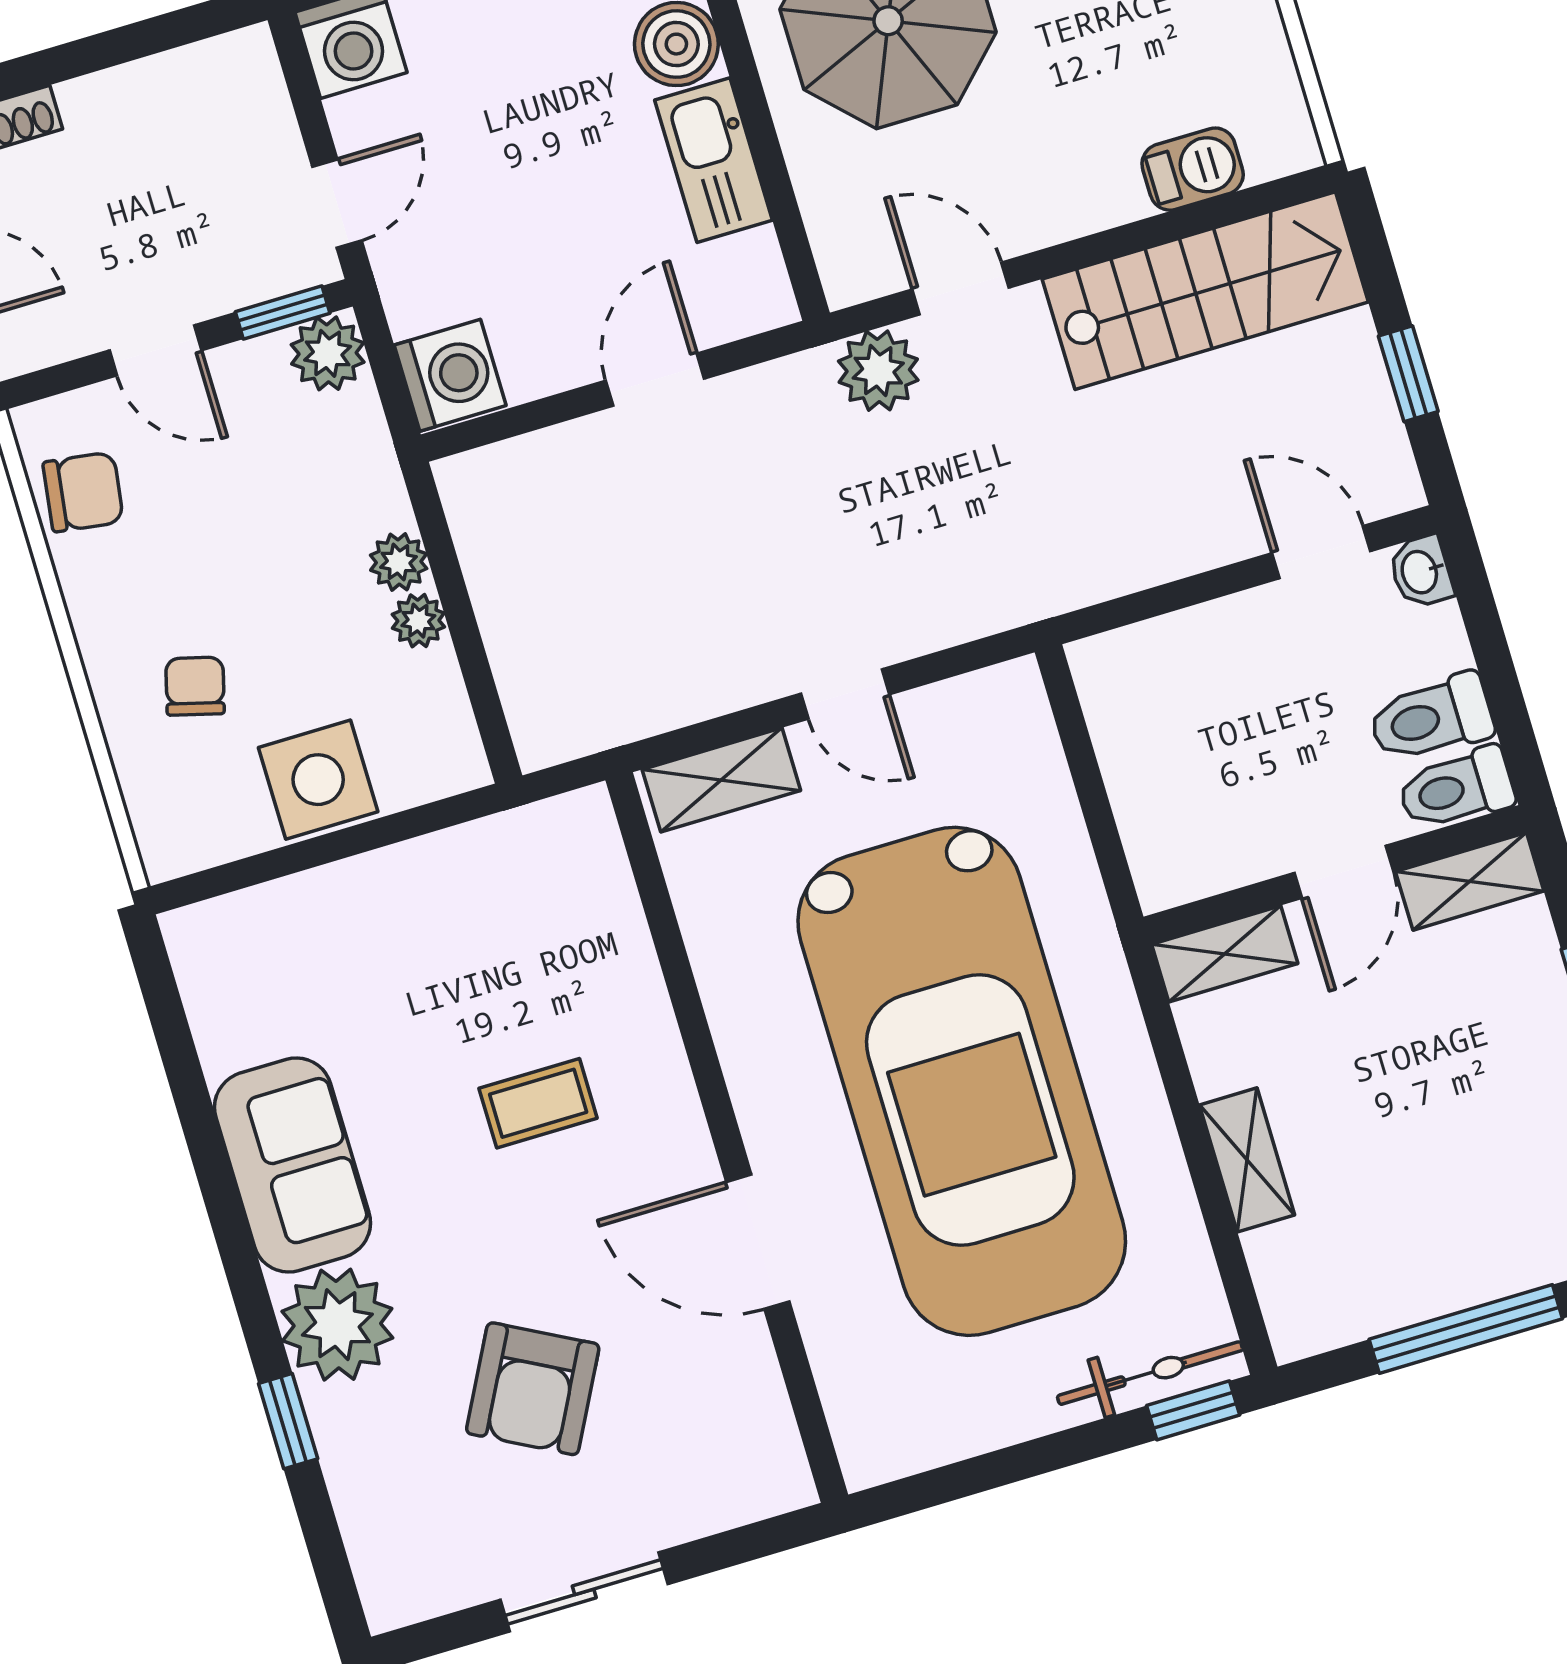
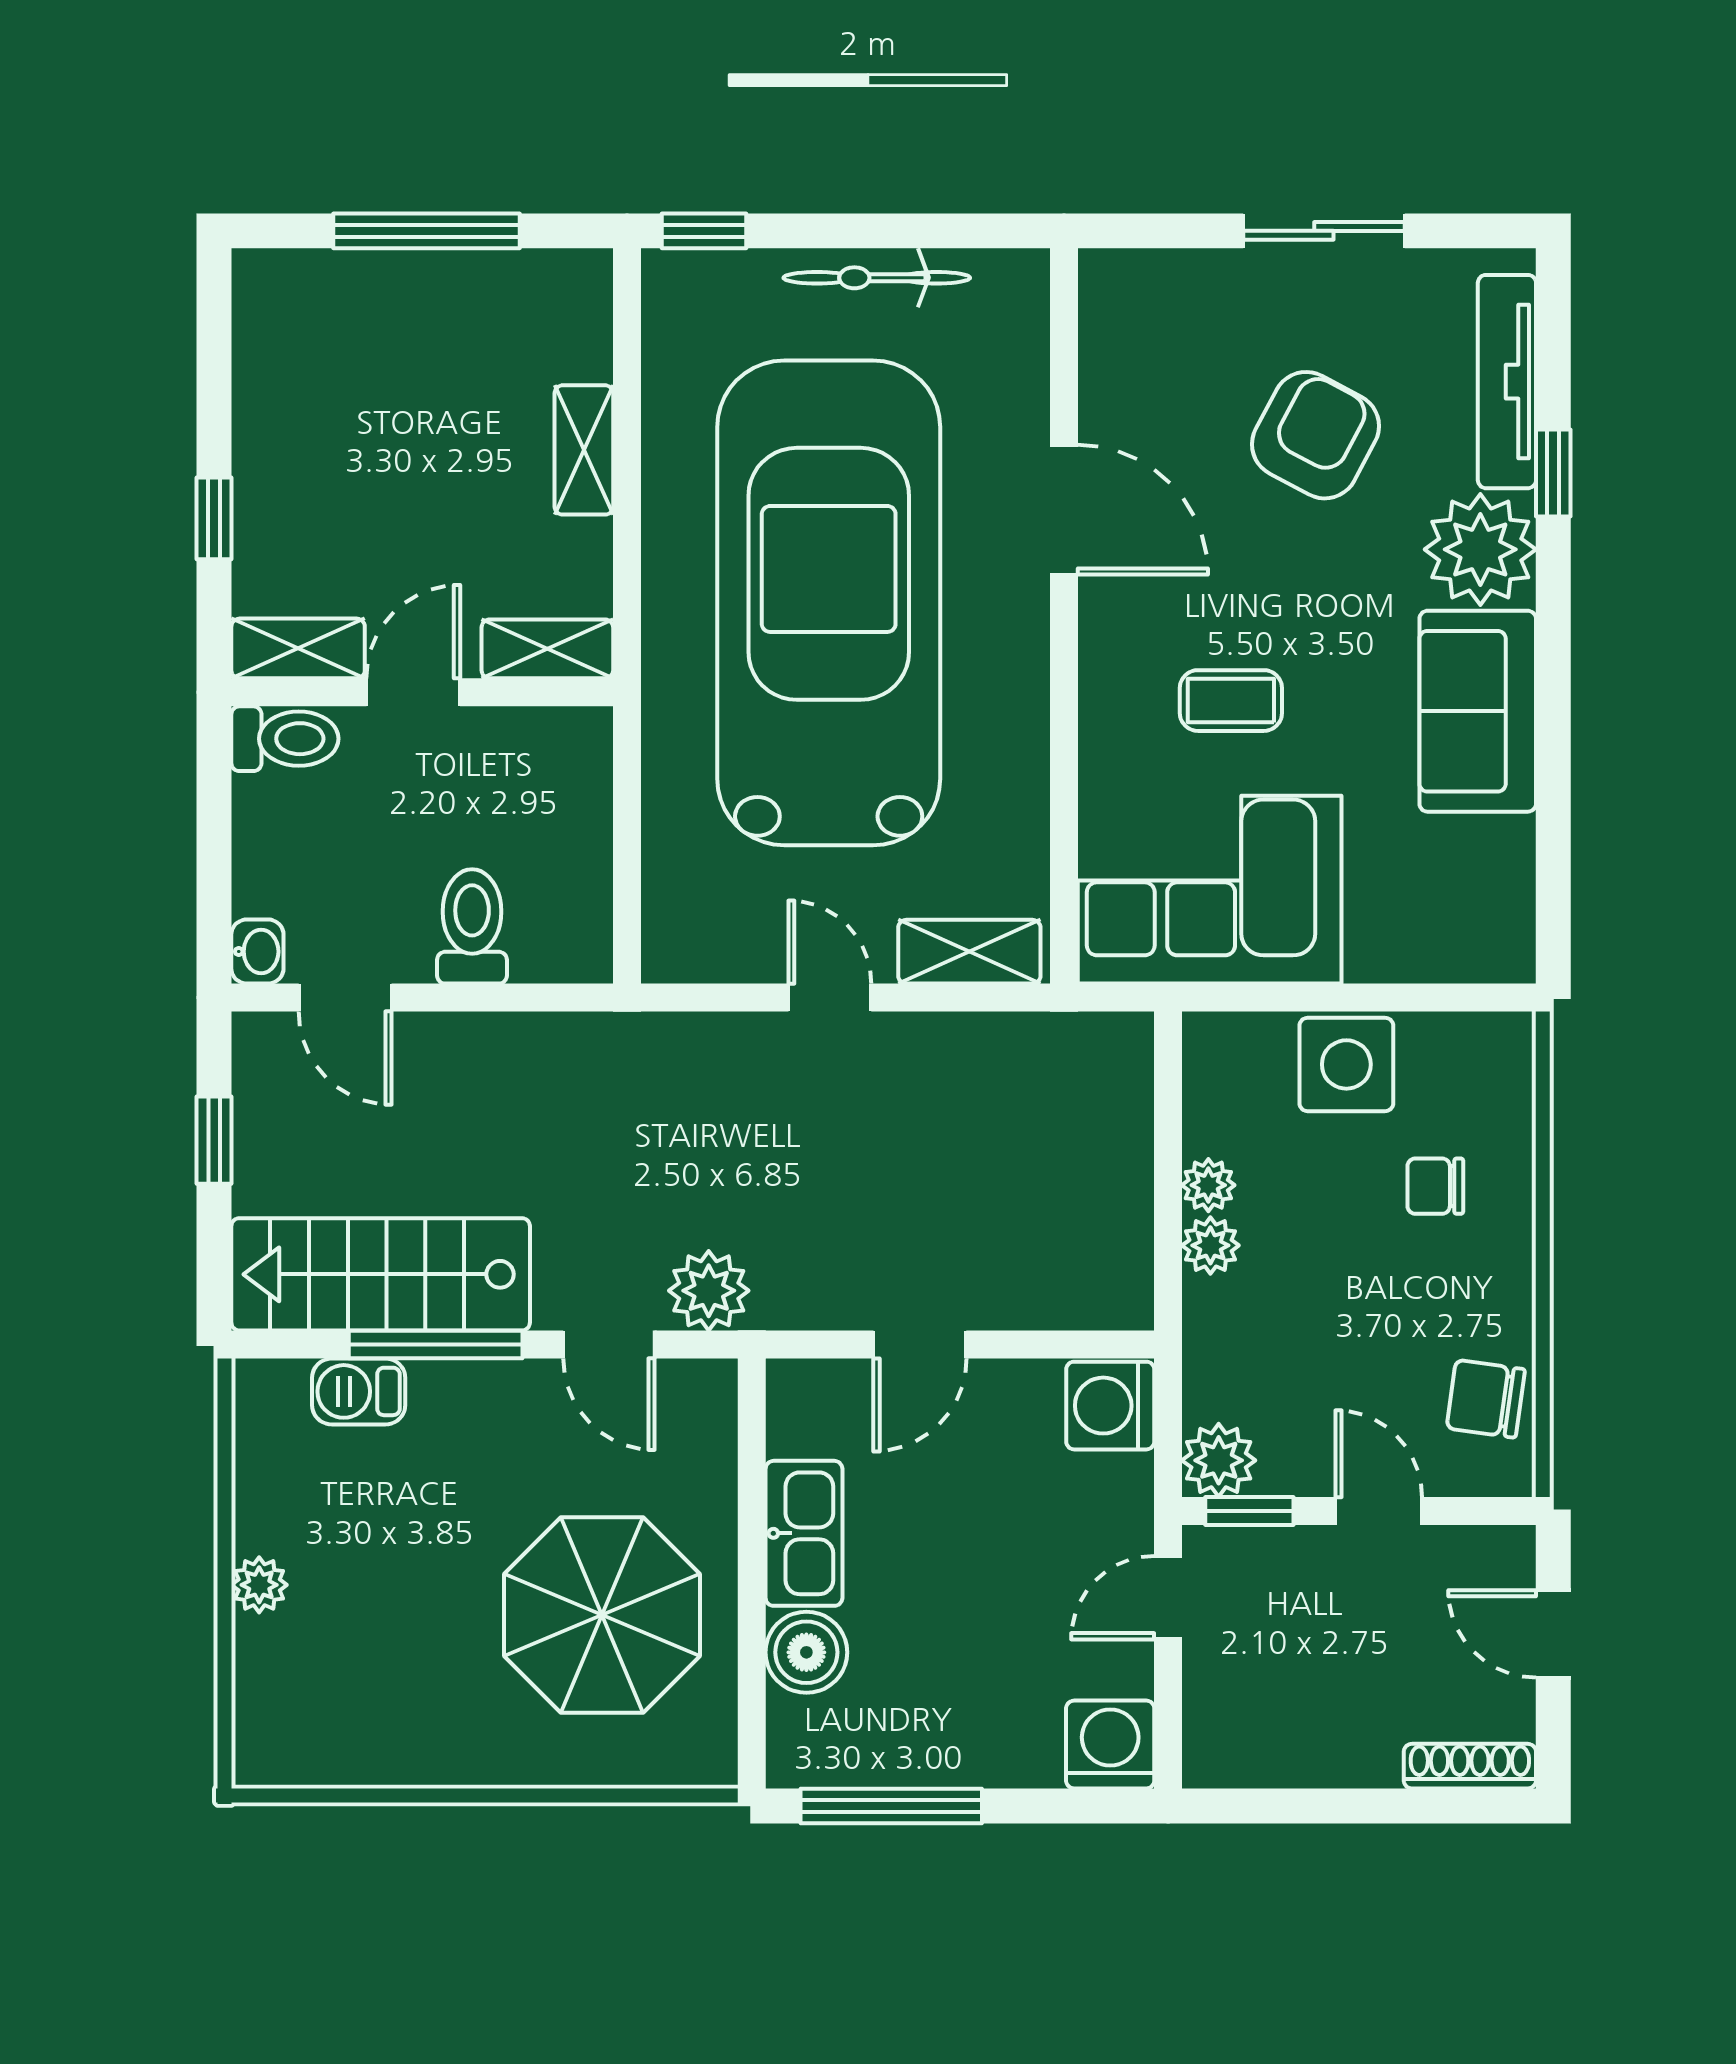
window: (1131, 238) -> (436, 1345), added
chair: (195, 686) -> (1435, 1186), turned 75
toilet: (1431, 718) -> (472, 926), moved, turned -90
corner sofa: (504, 911) -> (1210, 890), added
bicycle: (1150, 1373) -> (877, 278), moved
tv unit: (360, 1497) -> (1507, 382), added

